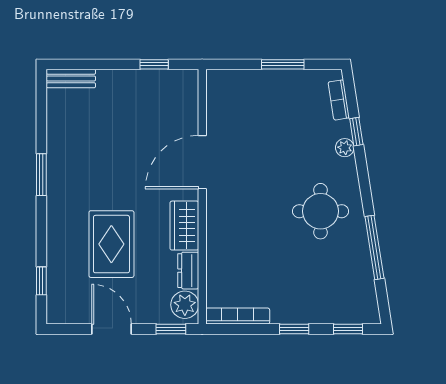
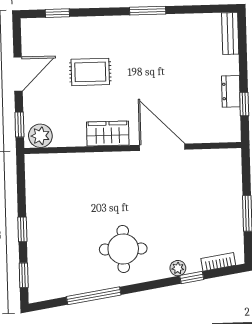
rug: (111, 244) -> (90, 72), width x0.73, depth x0.70
dresser: (188, 271) -> (231, 91), moved, turned -90
bookcase: (238, 316) -> (32, 181), removed

